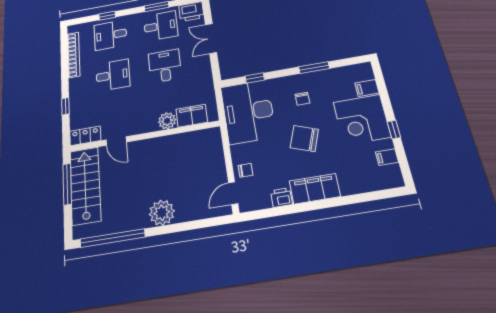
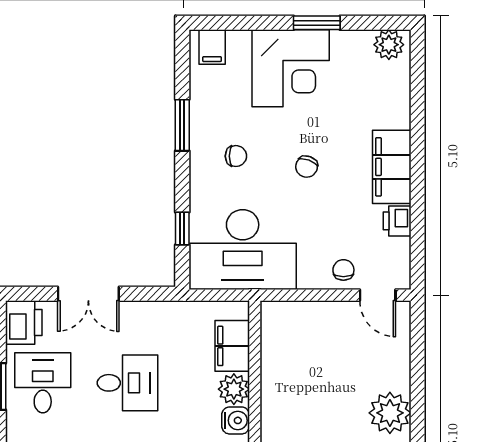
desk: (165, 66) -> (127, 383), turned 180
filing cabinet: (367, 88) -> (212, 47), moved
water cooler: (149, 125) -> (236, 420), added
window: (394, 130) -> (317, 23), width x1.50
chair: (304, 139) -> (307, 167), width x0.54, depth x0.54
filing cabinet: (387, 157) -> (360, 45), removed
plant: (392, 174) -> (389, 45), added

